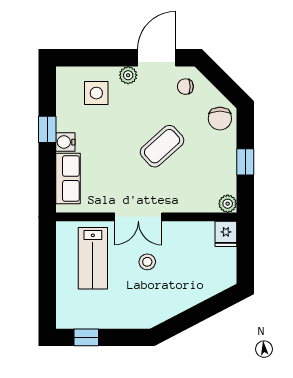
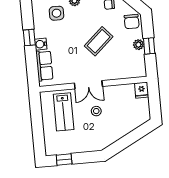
plant: (228, 204) -> (138, 45), moved

